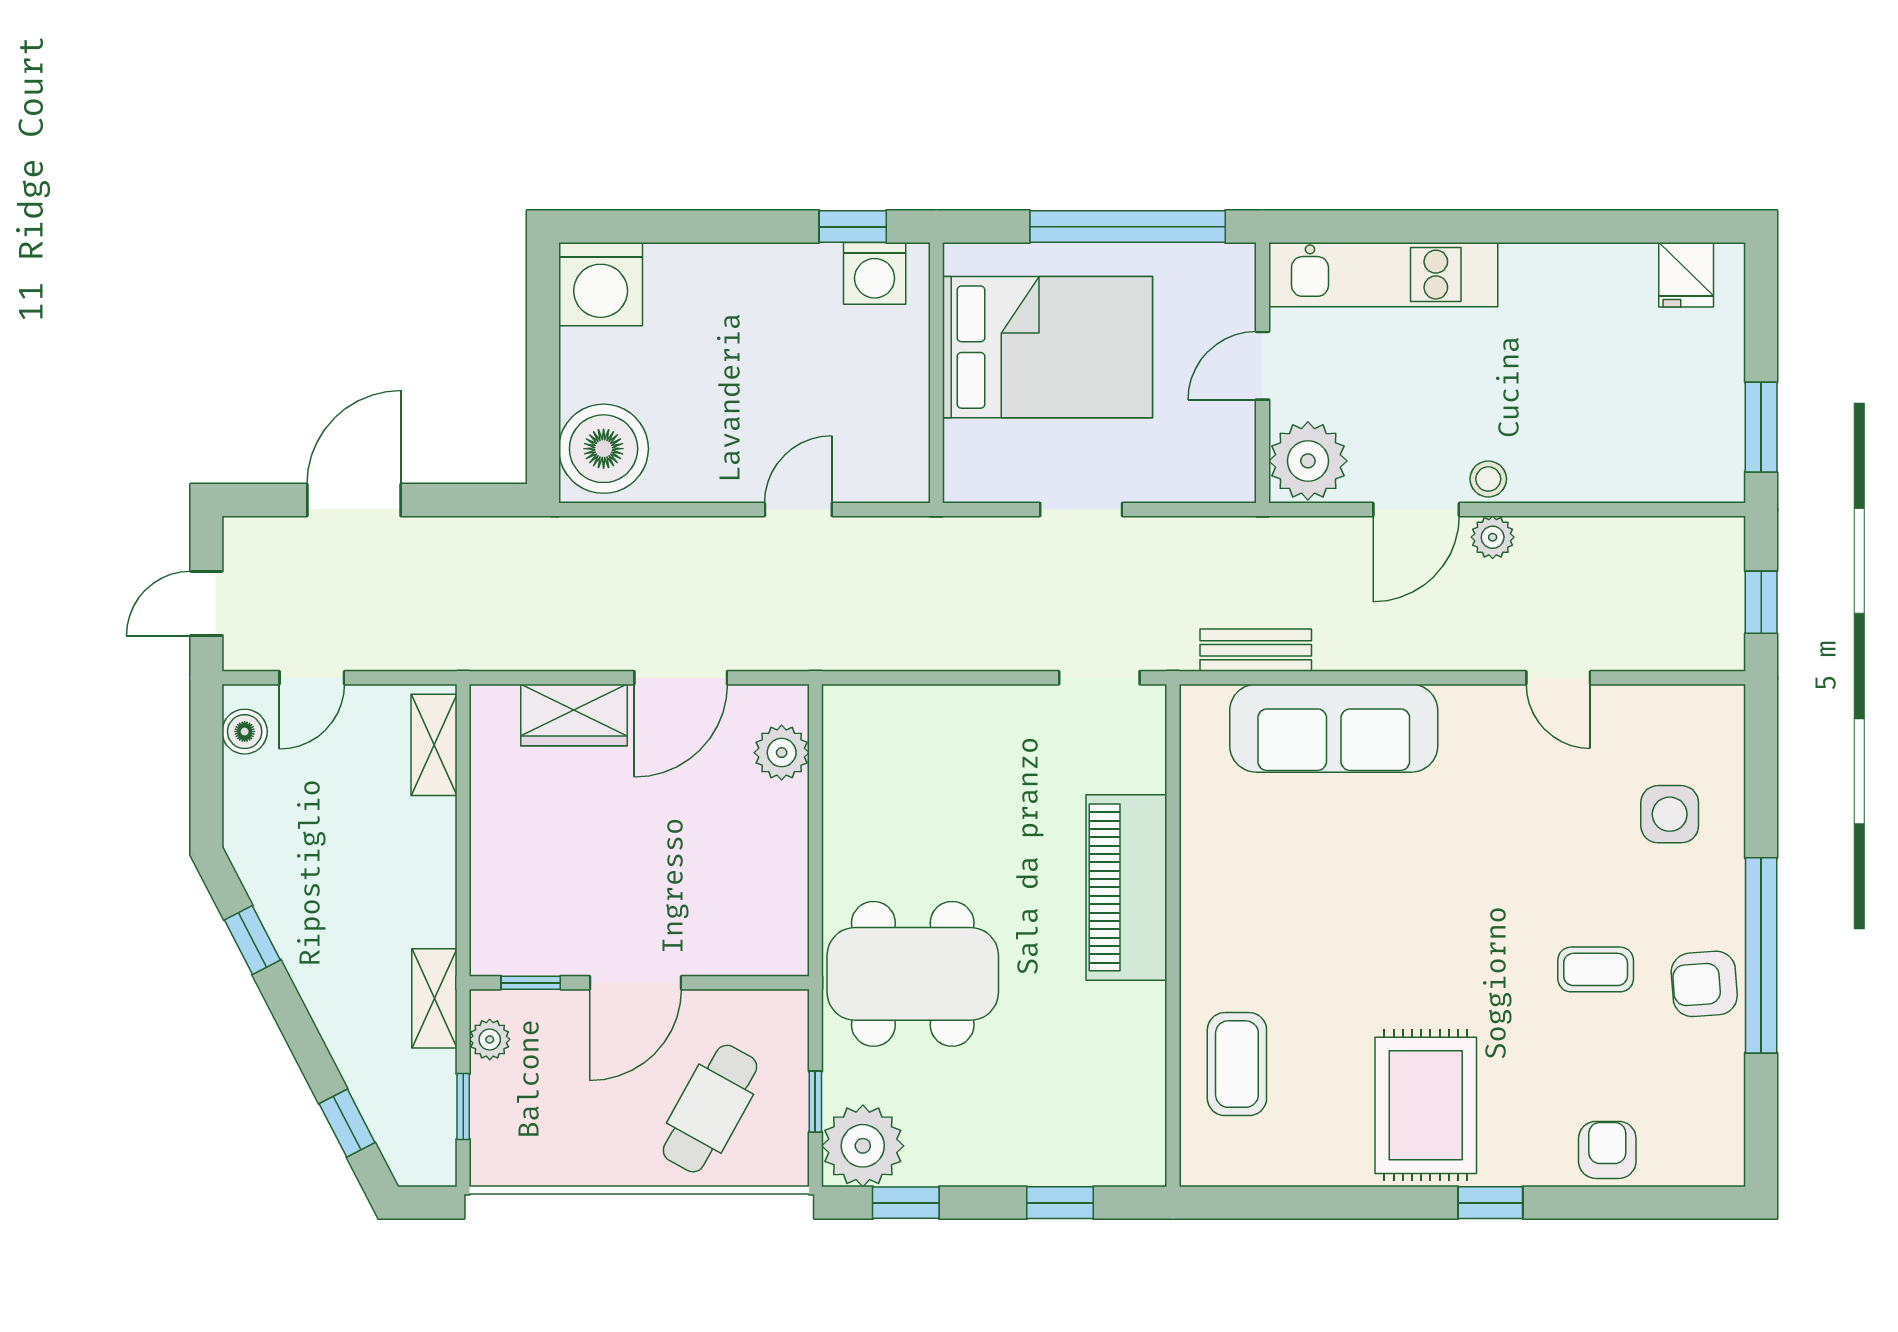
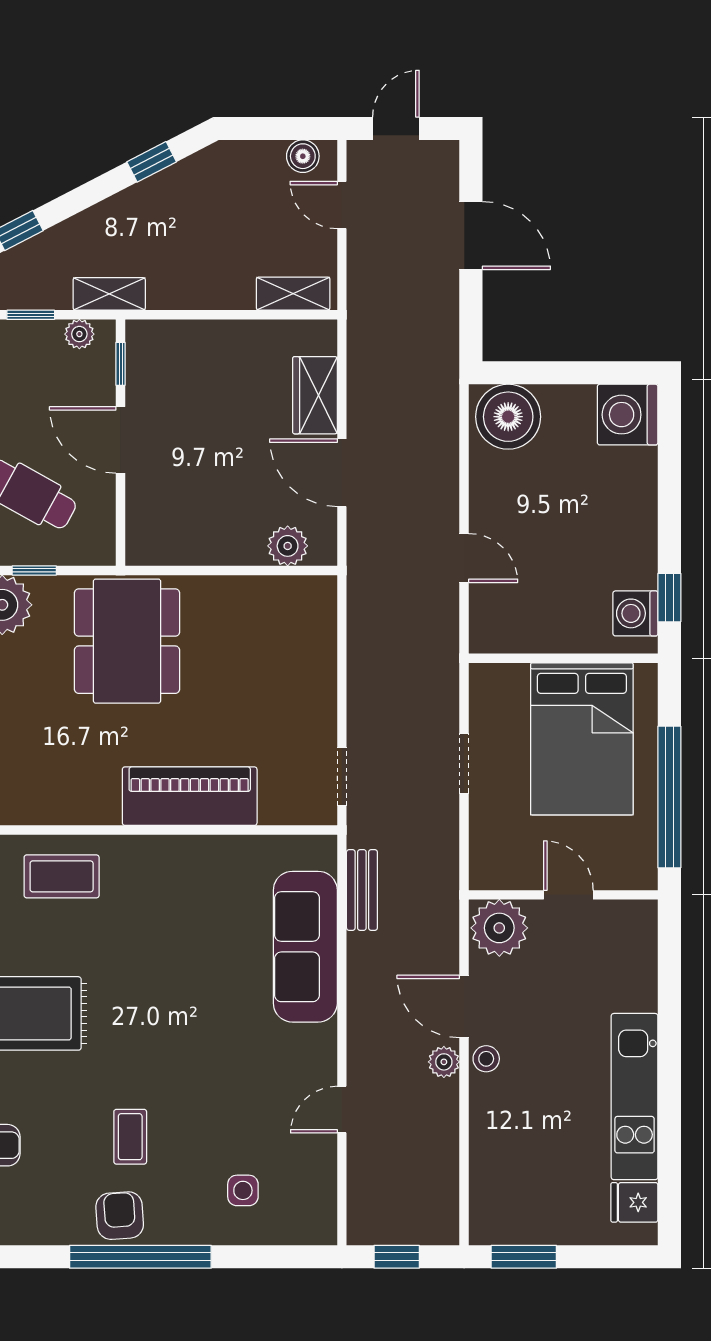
kitchen unit: (1383, 275) -> (635, 1097), moved
door: (206, 603) -> (396, 128), hinge flipped
side table: (1670, 814) -> (243, 1190), width x0.73, depth x0.73

